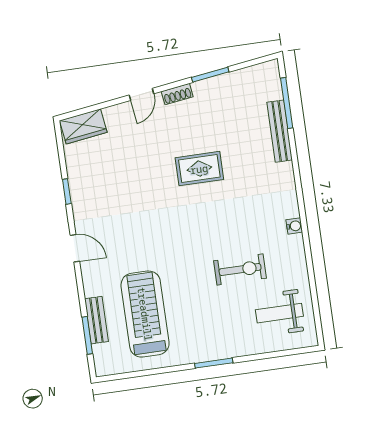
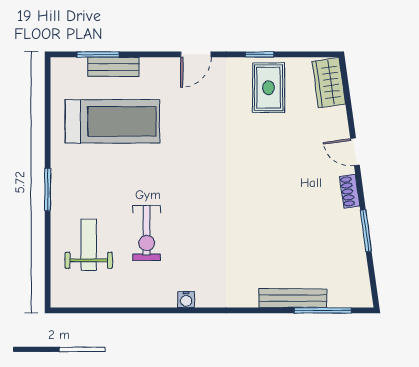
rug: (199, 169) -> (269, 88), moved
weight bench: (279, 313) -> (89, 245), moved

